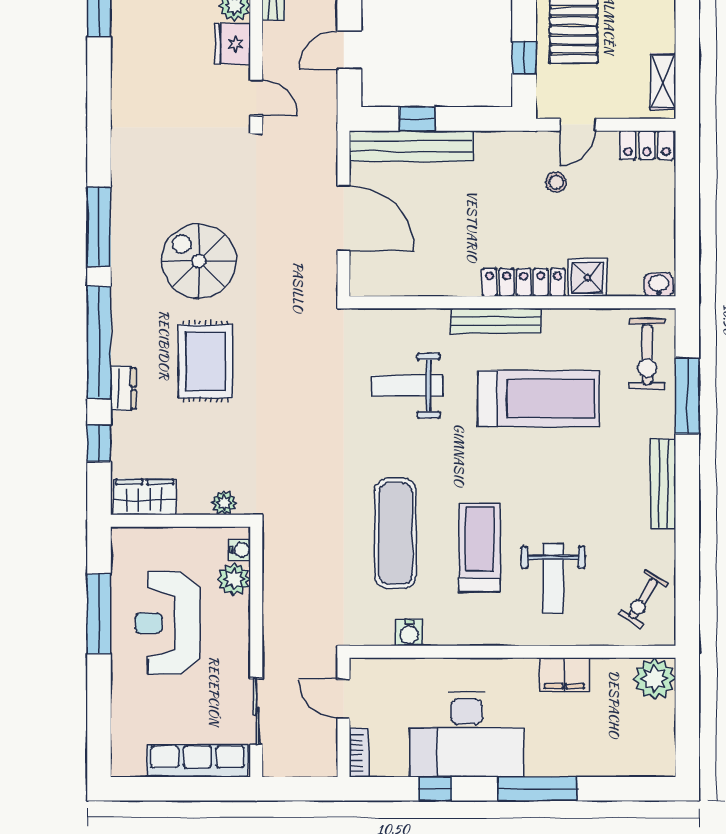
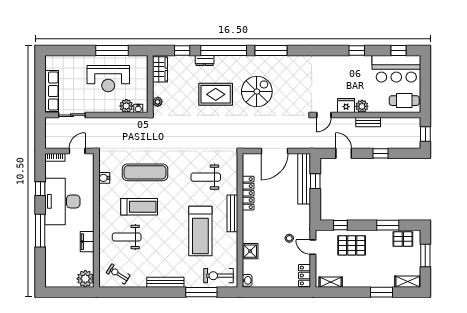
locker: (524, 282) -> (248, 193), moved
weight bench: (407, 386) -> (206, 177), turned -90
reception desk: (167, 623) -> (108, 79), turned 180

